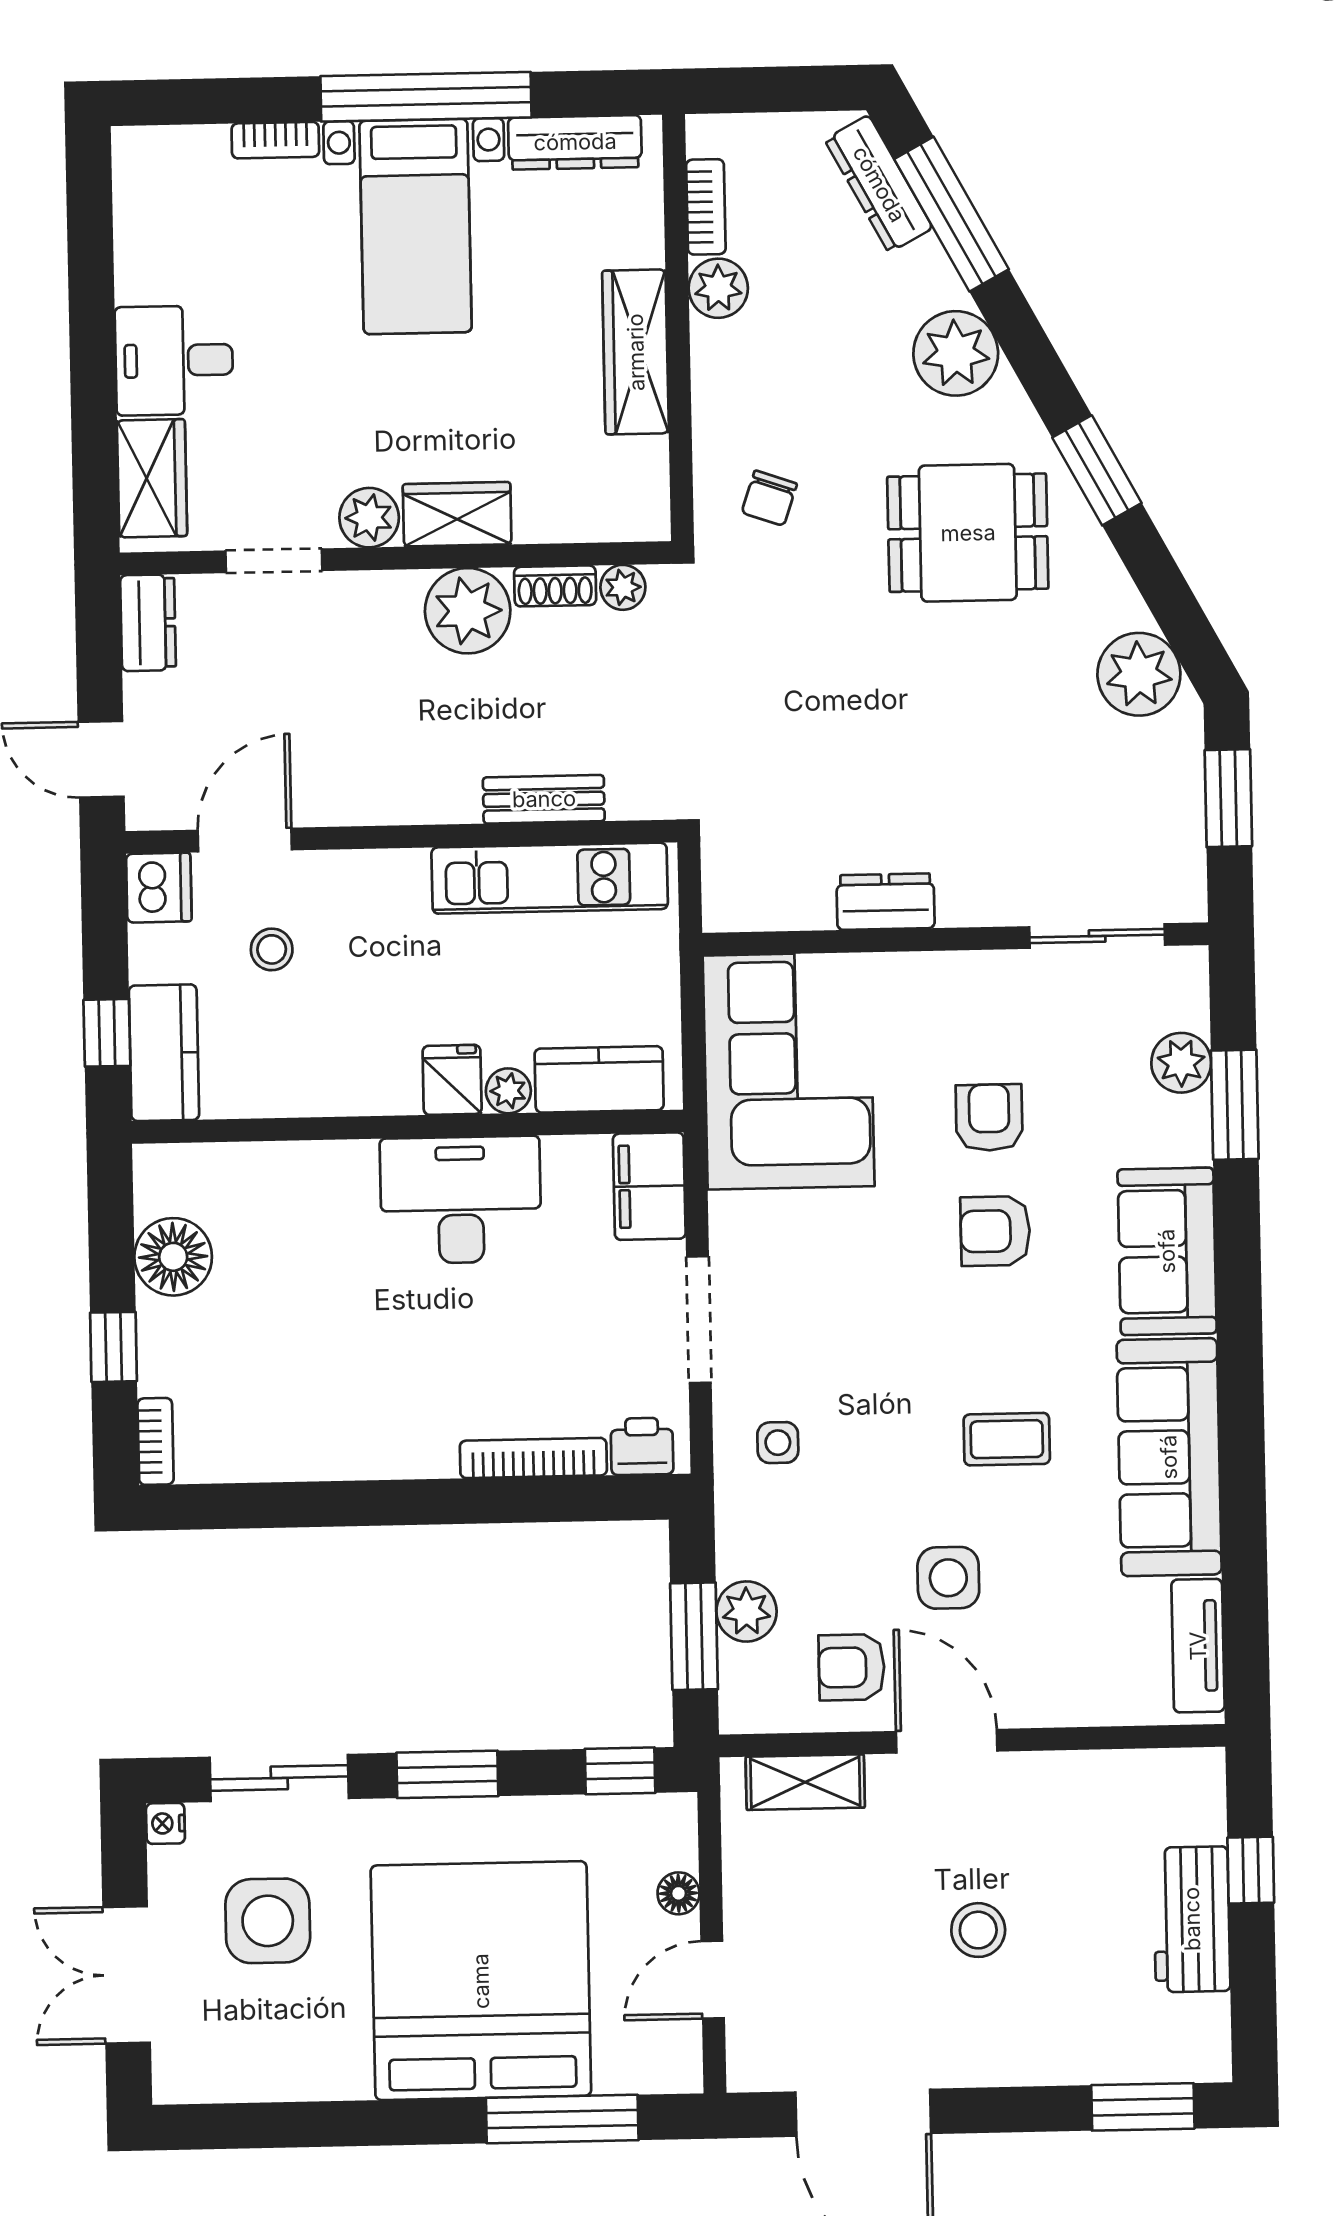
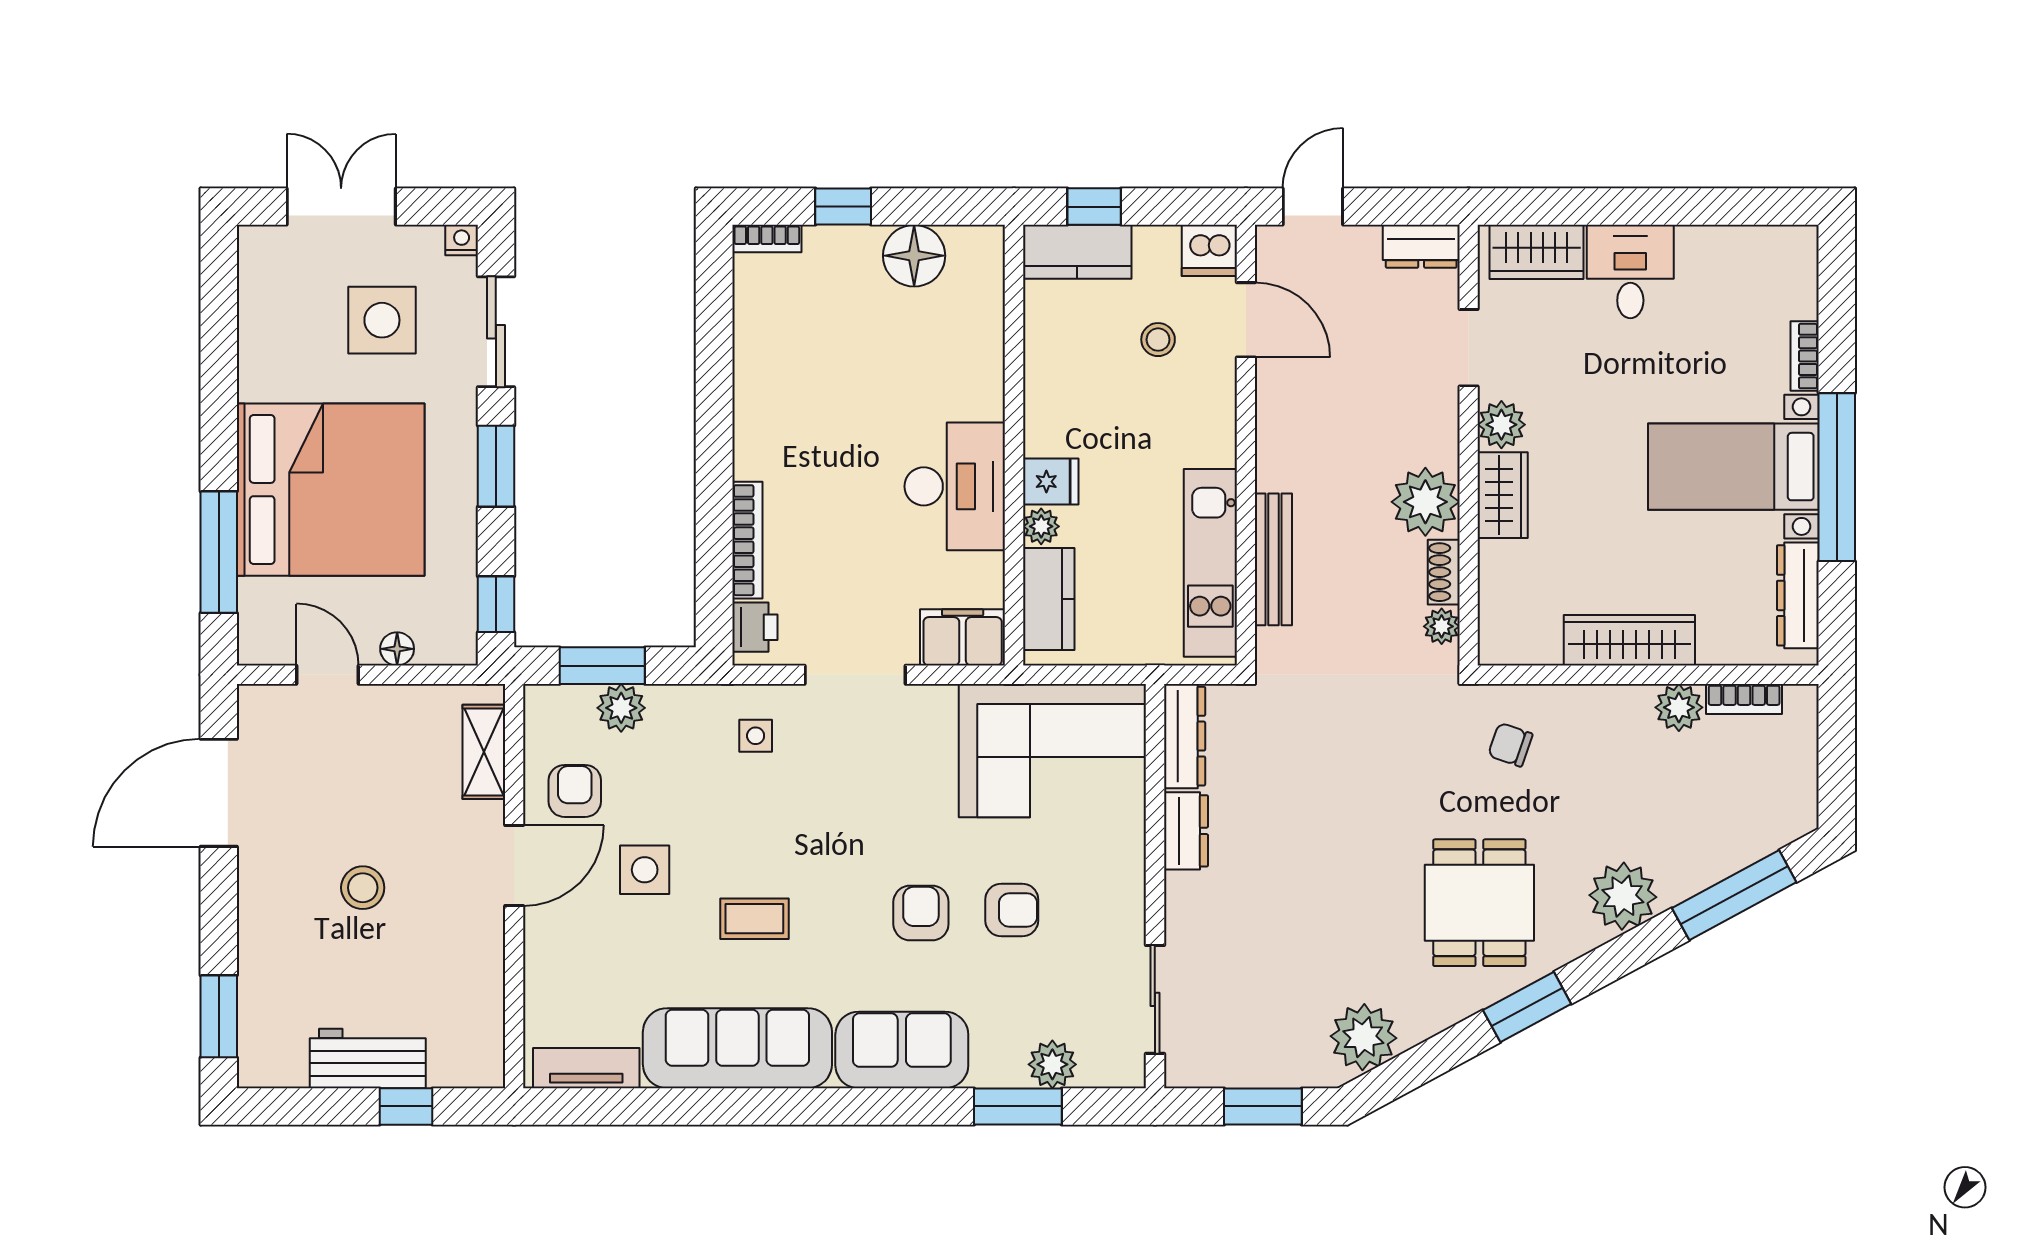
dresser: (879, 184) -> (1185, 736), moved, turned 118
bench: (544, 799) -> (1273, 559), width x1.36
coffee table: (1007, 1439) -> (754, 919), turned 90

